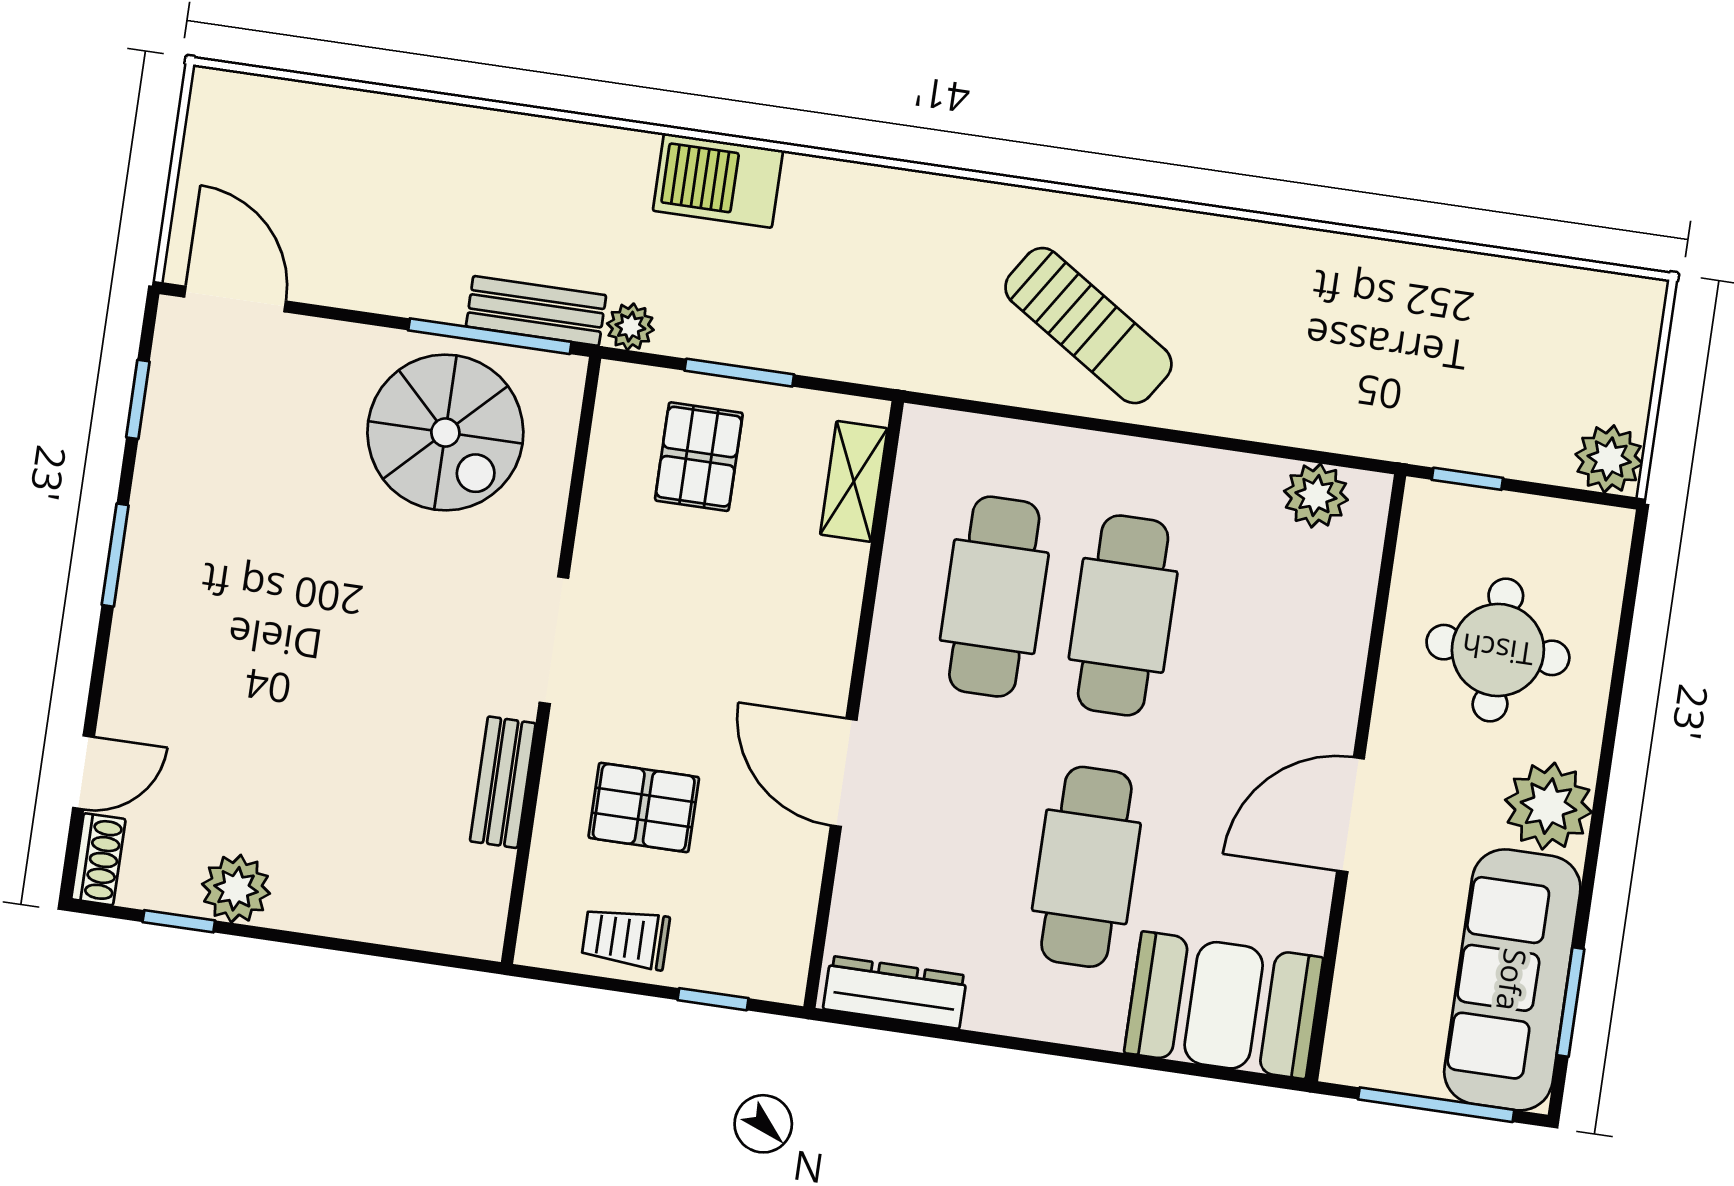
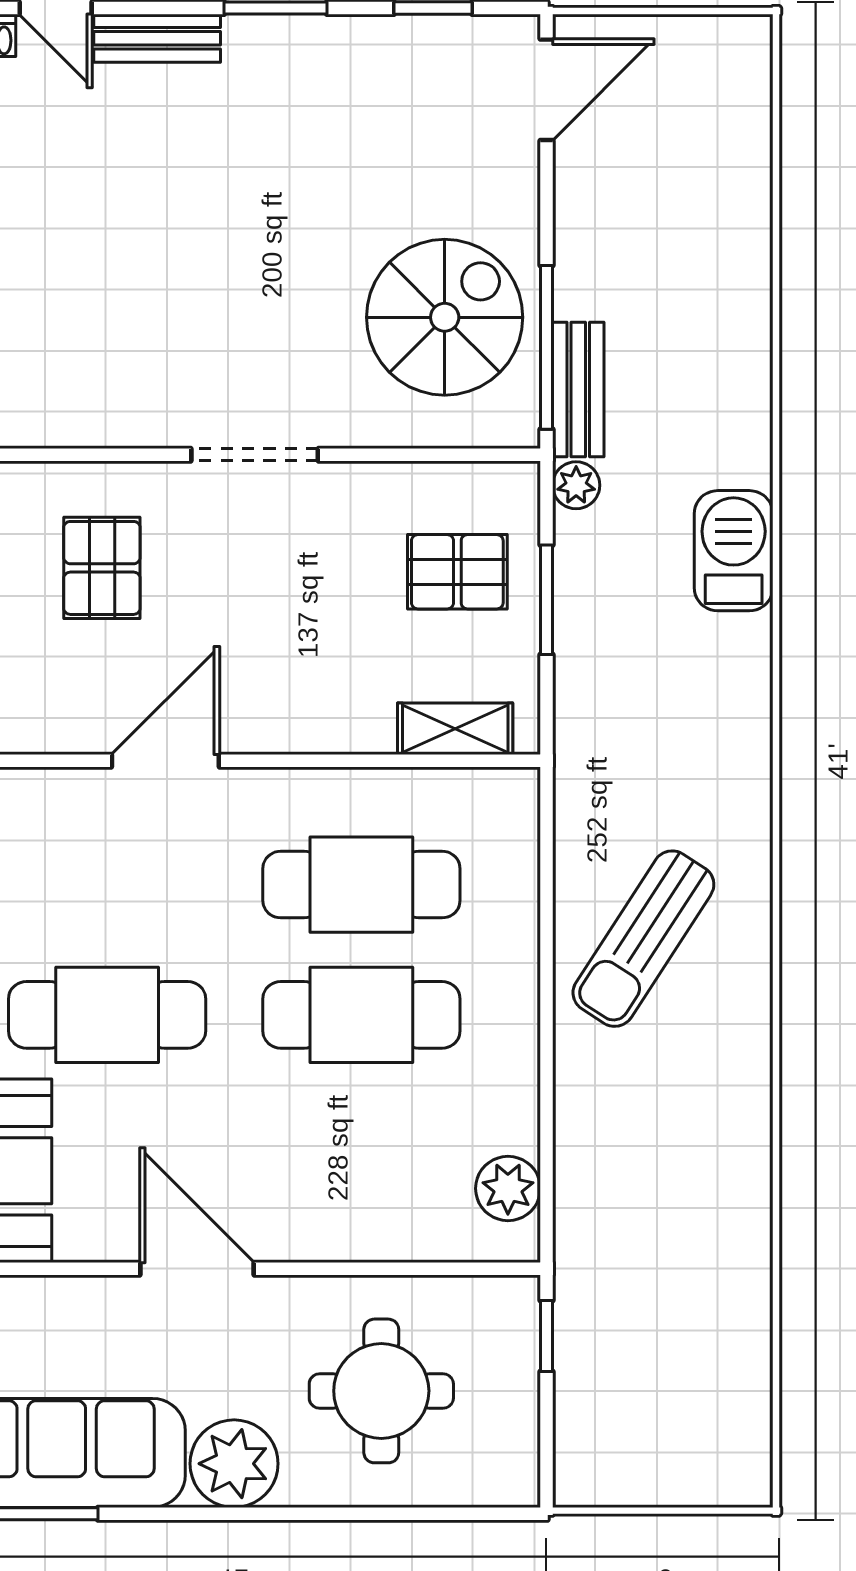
spiral stairs: (445, 432) -> (445, 317), turned 180
plant: (1609, 459) -> (587, 1474), removed
bench: (503, 782) -> (157, 38), moved

